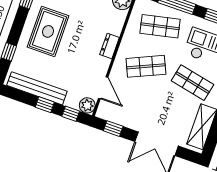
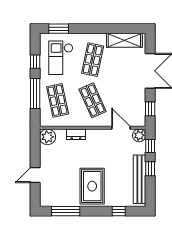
rug: (48, 31) -> (92, 186), turned 90
dresser: (110, 46) -> (76, 134), moved
door: (103, 88) -> (121, 128), hinge flipped

